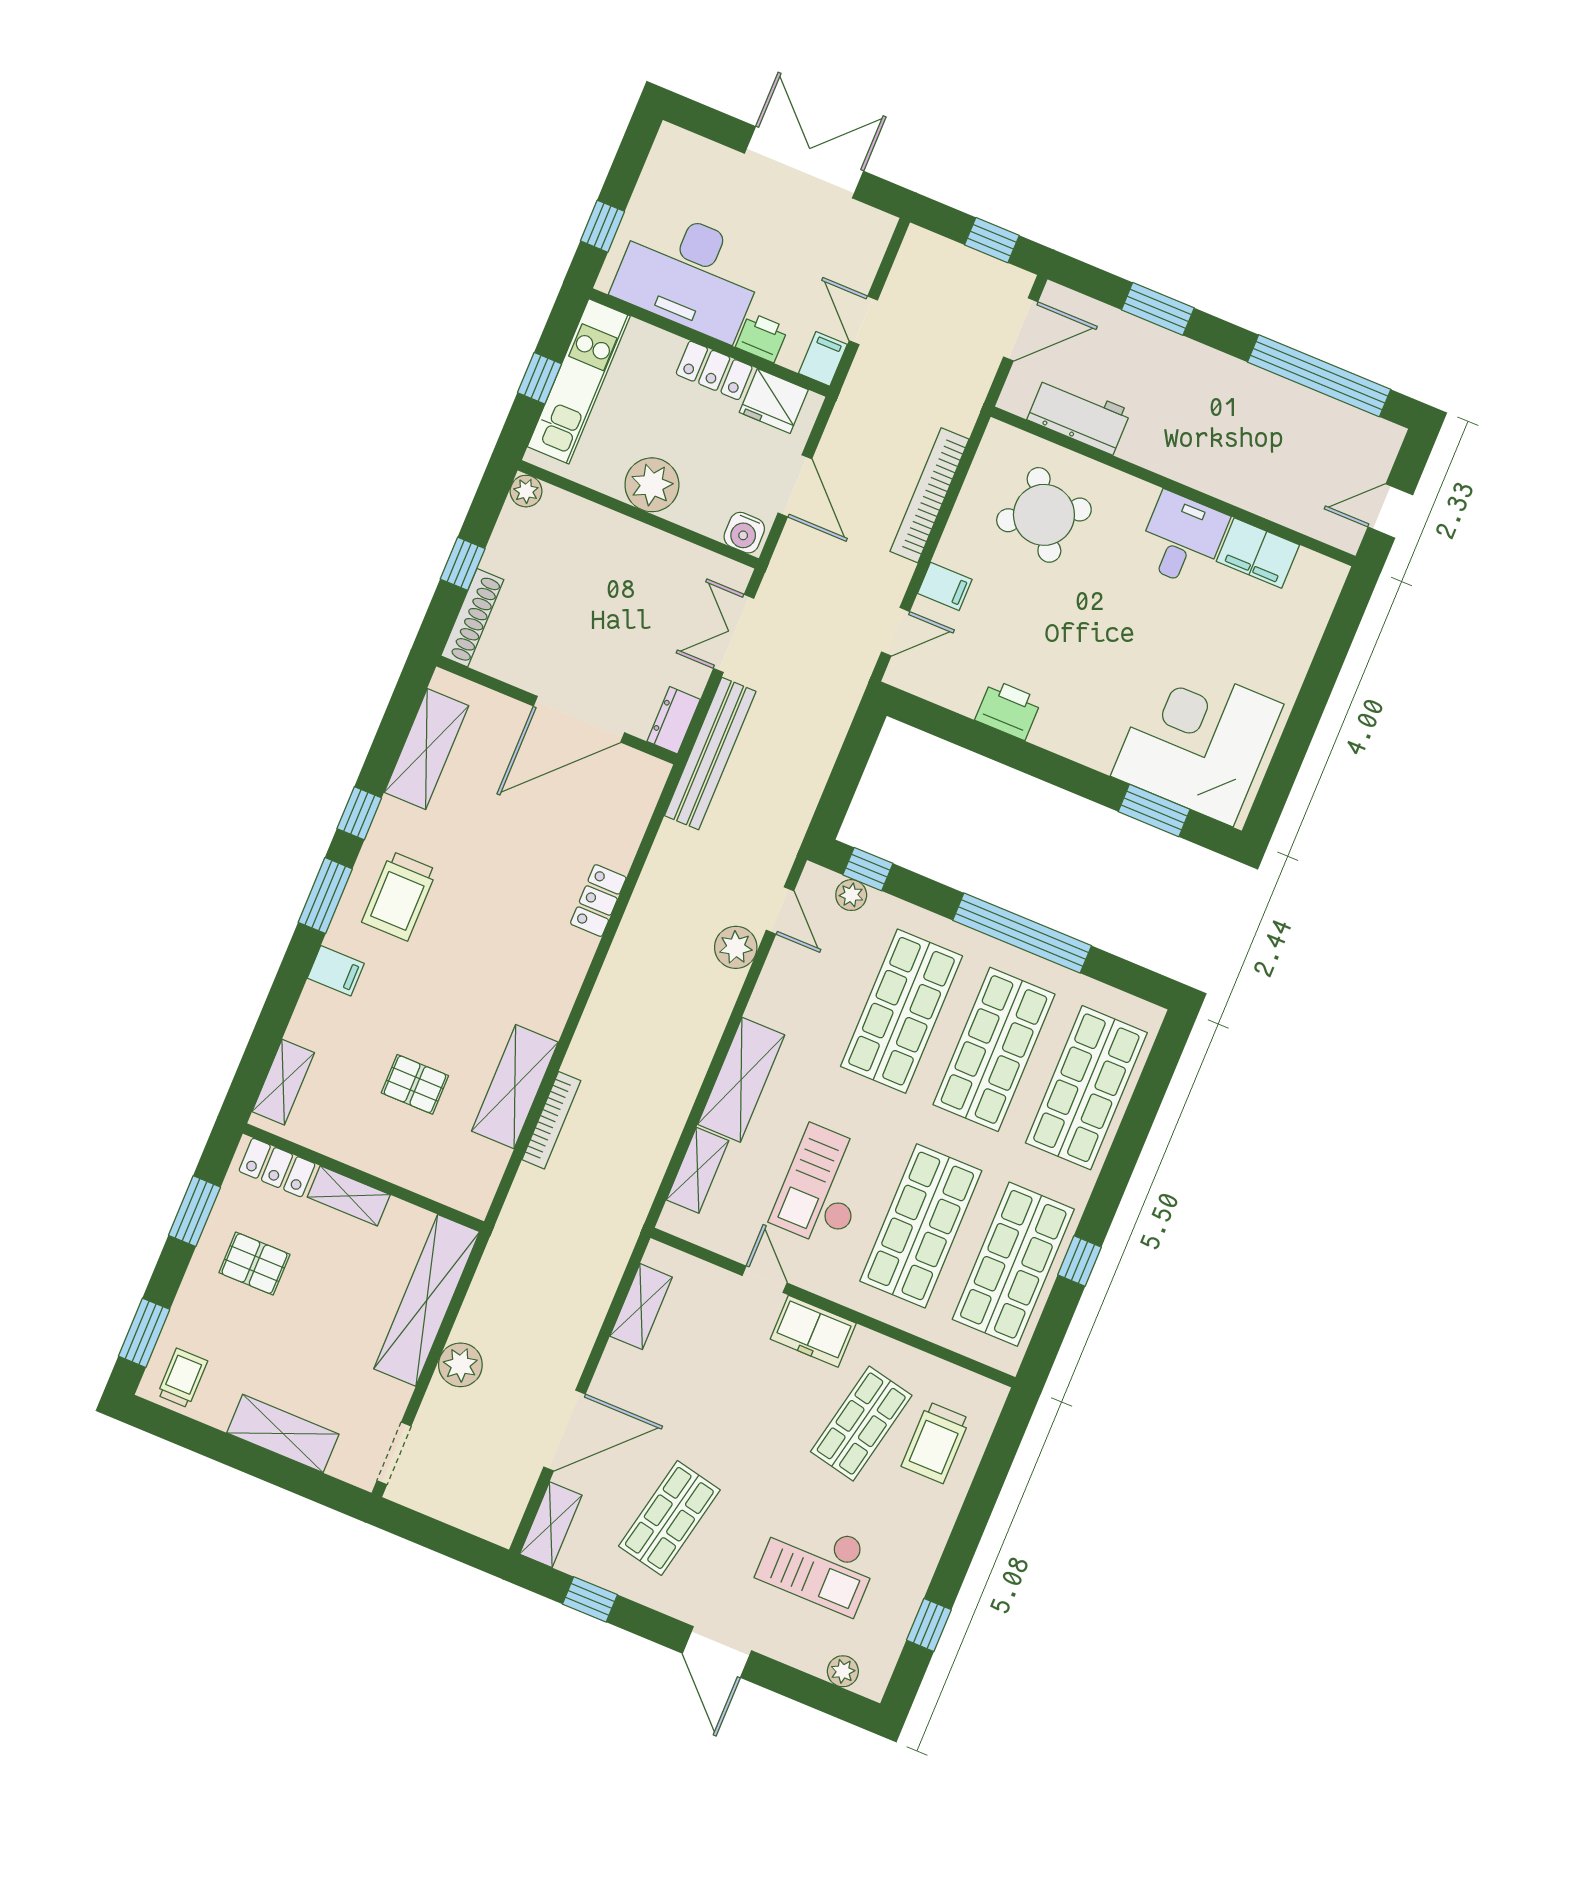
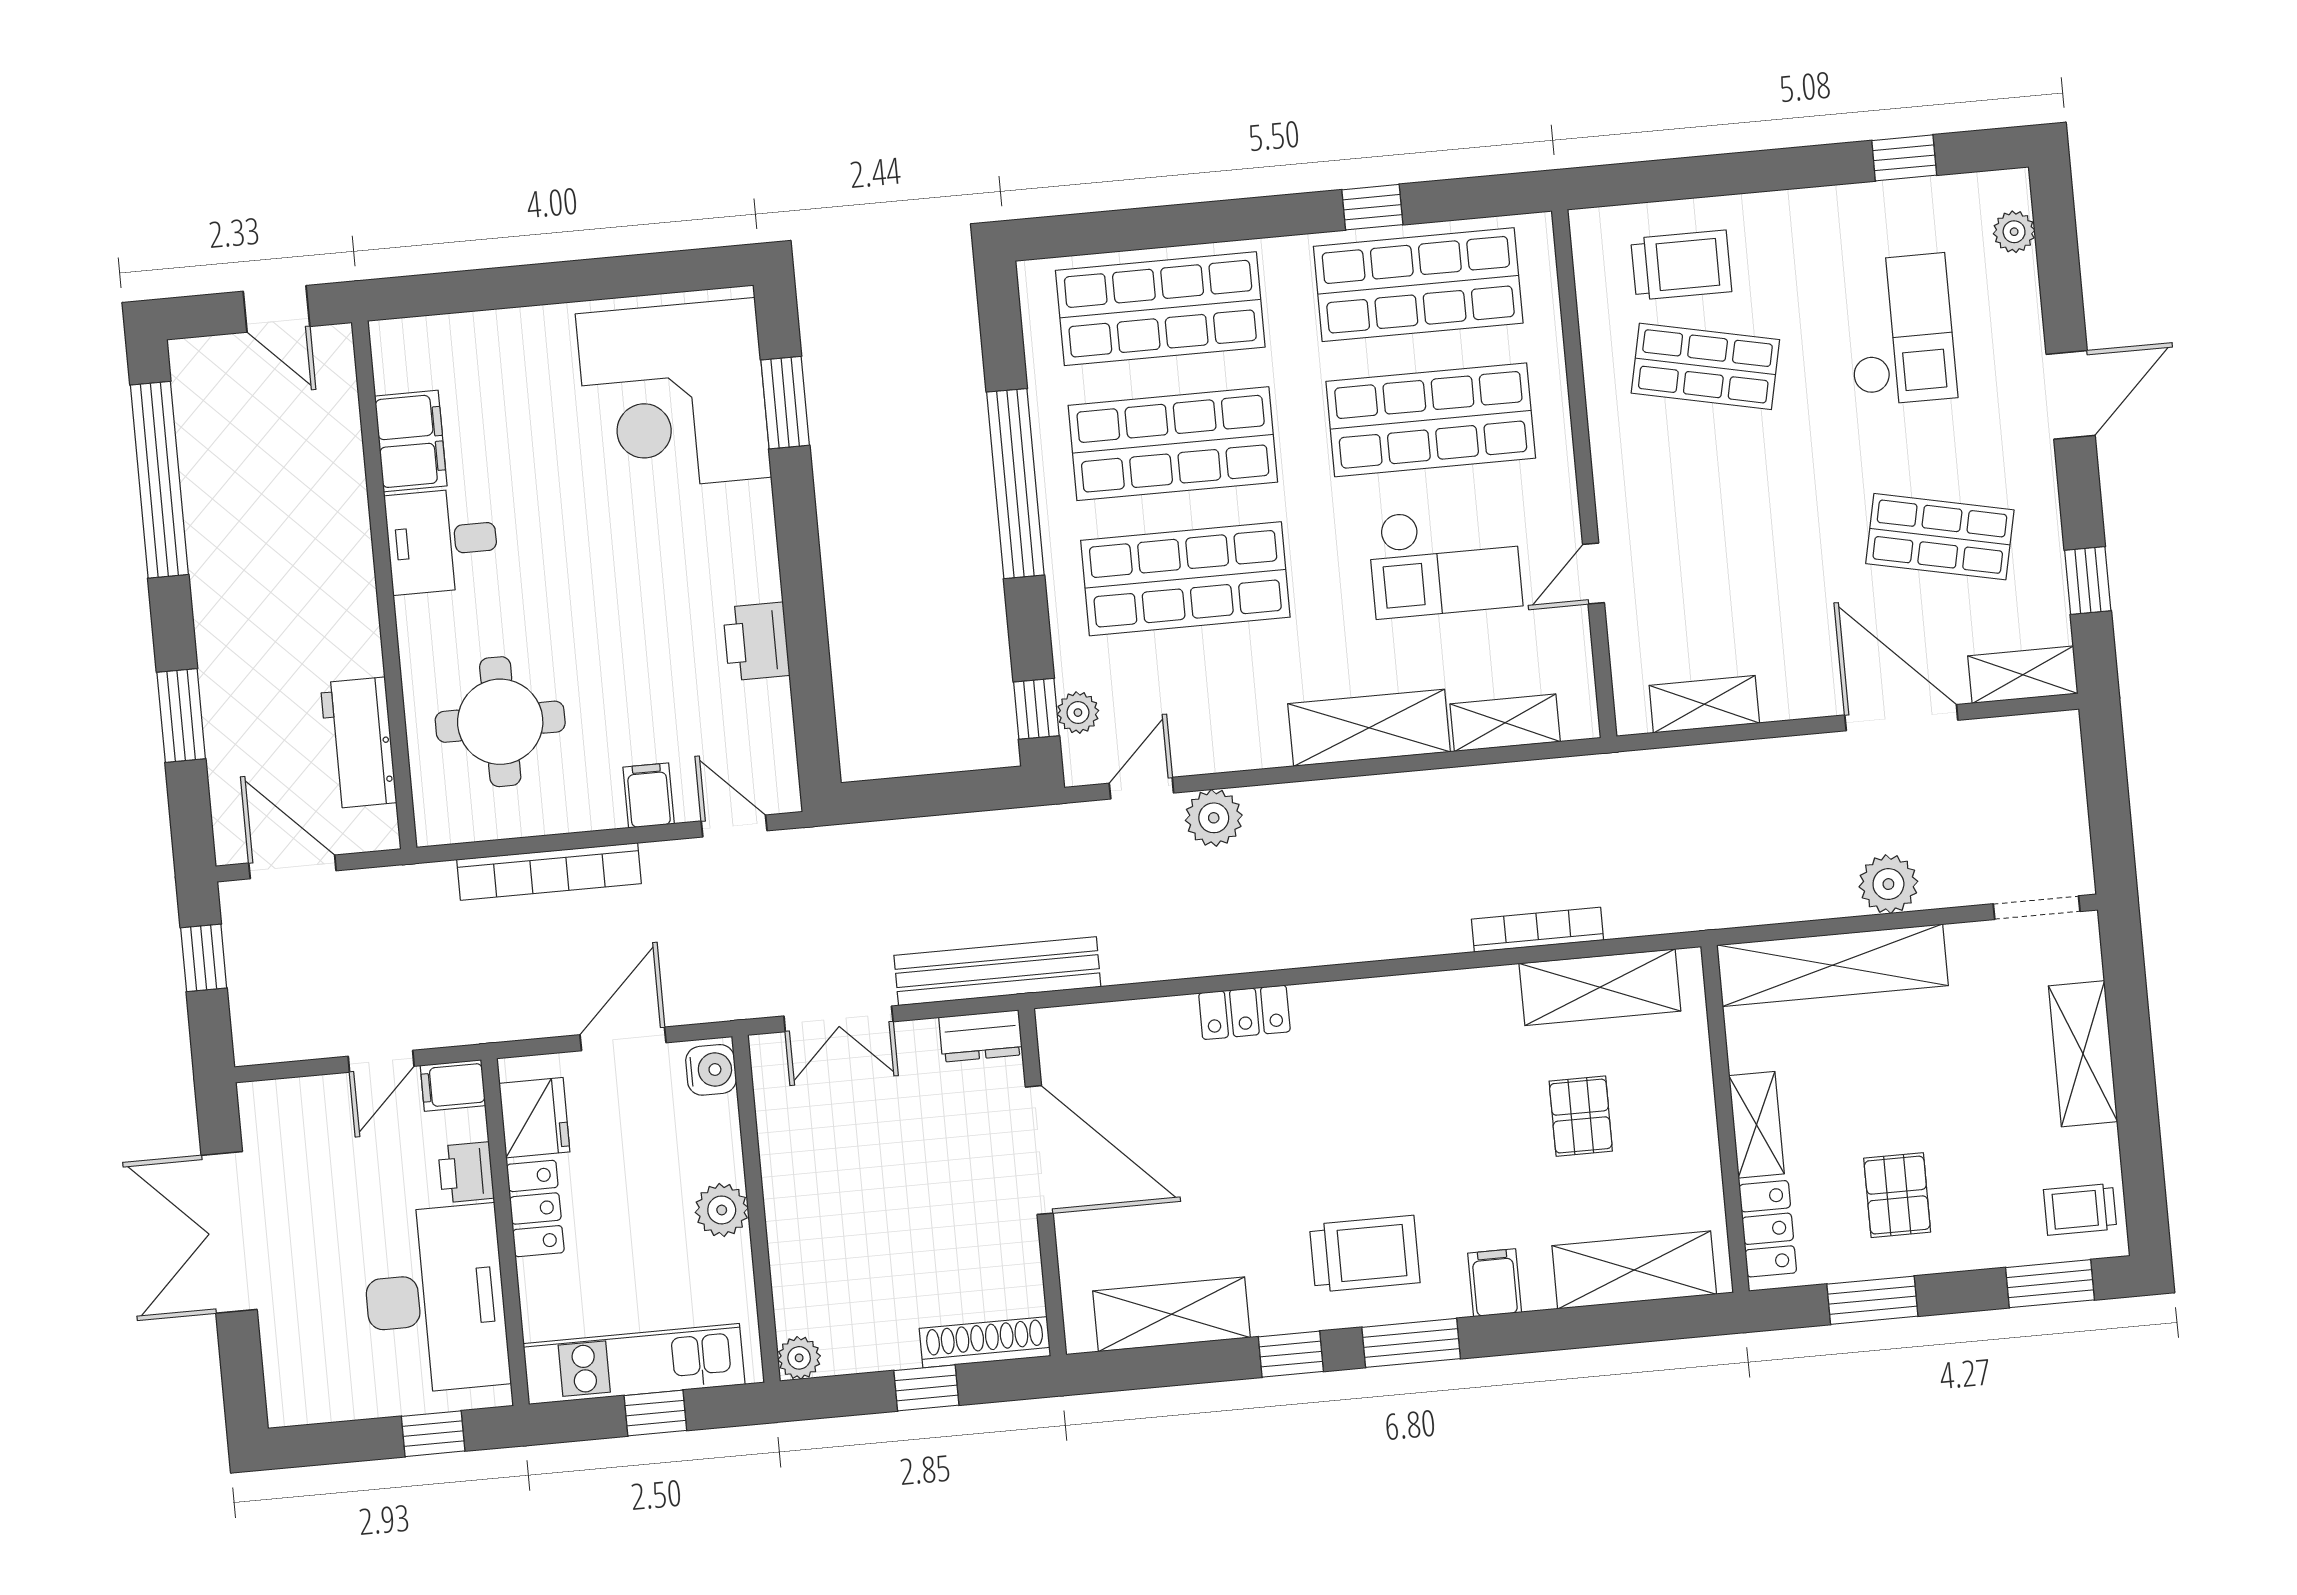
plant: (652, 485) -> (722, 1210), width x0.73, depth x0.73
round table: (1044, 515) -> (500, 722), turned 31
shelving: (283, 1082) -> (1634, 1270), width x1.50, depth x1.33
shelving: (515, 1087) -> (1600, 987), moved
freezer: (813, 1331) -> (1625, 482), removed

